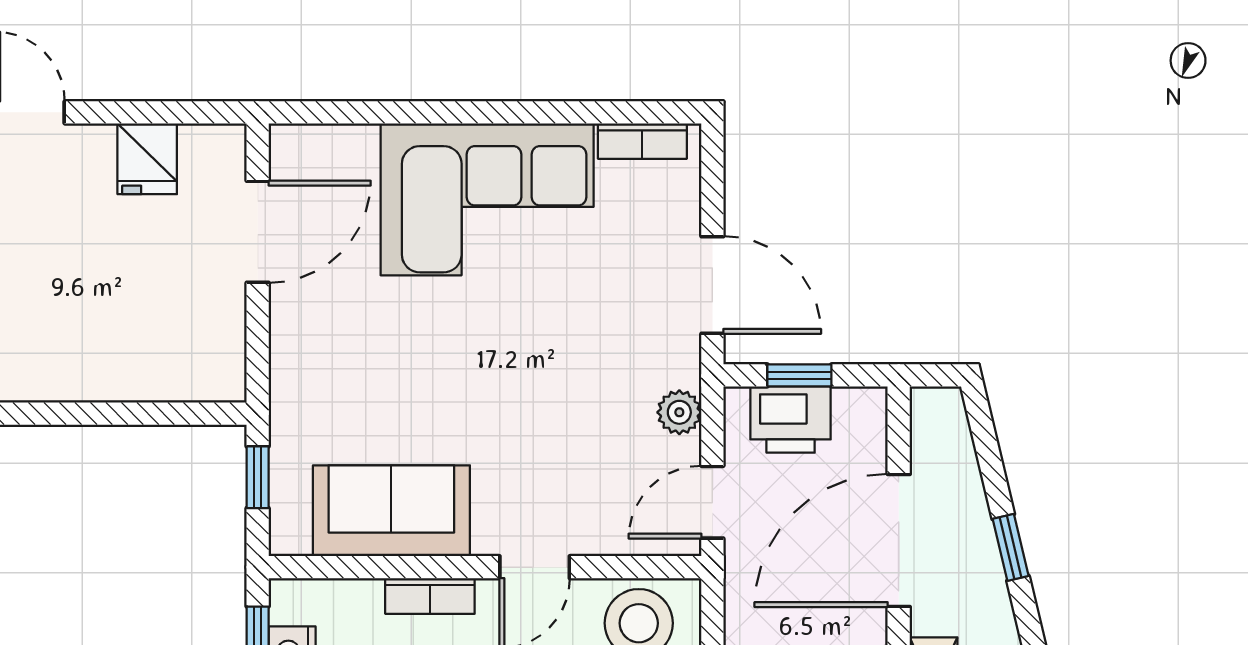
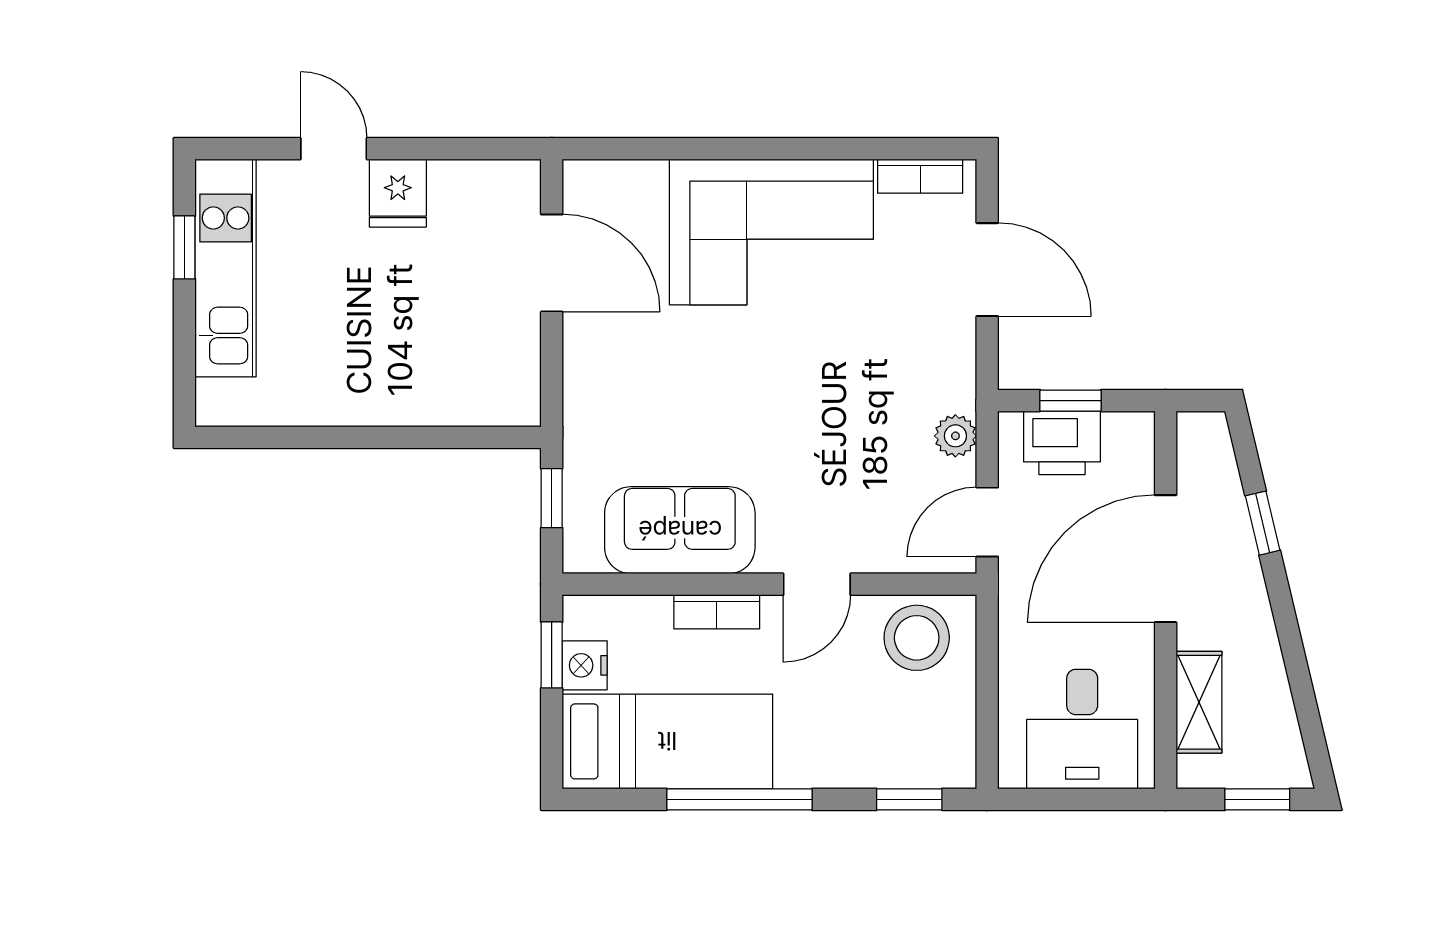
fridge: (147, 159) -> (398, 193), moved
door: (258, 232) -> (552, 263), hinge flipped
door: (712, 285) -> (987, 270), moved
window: (1011, 547) -> (1263, 523), moved

